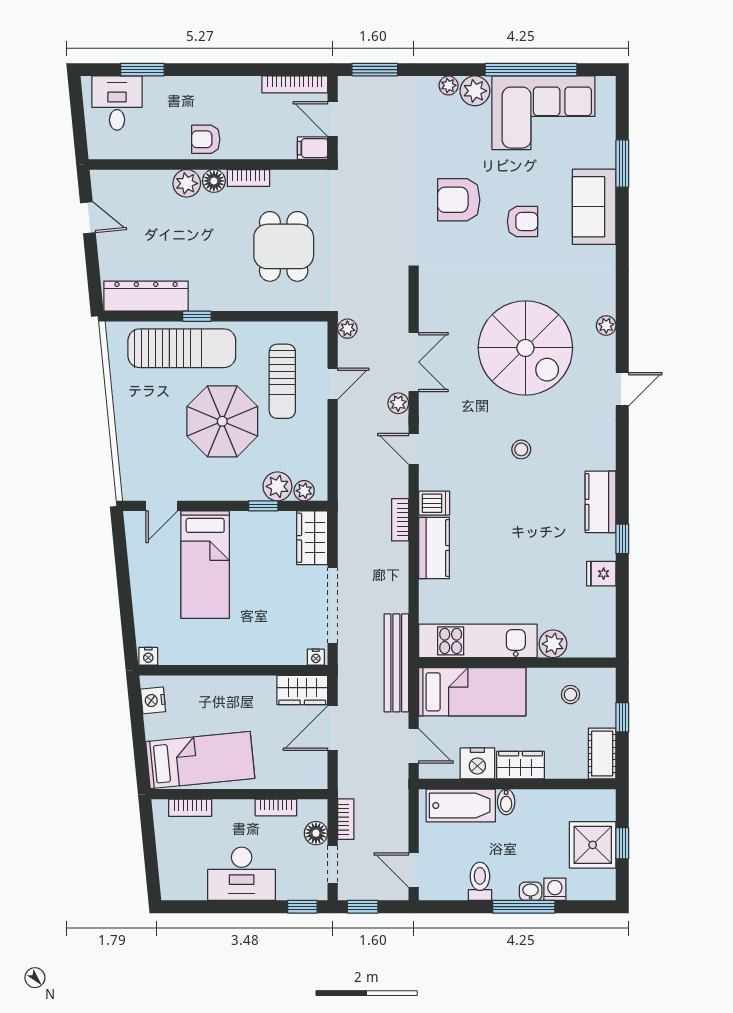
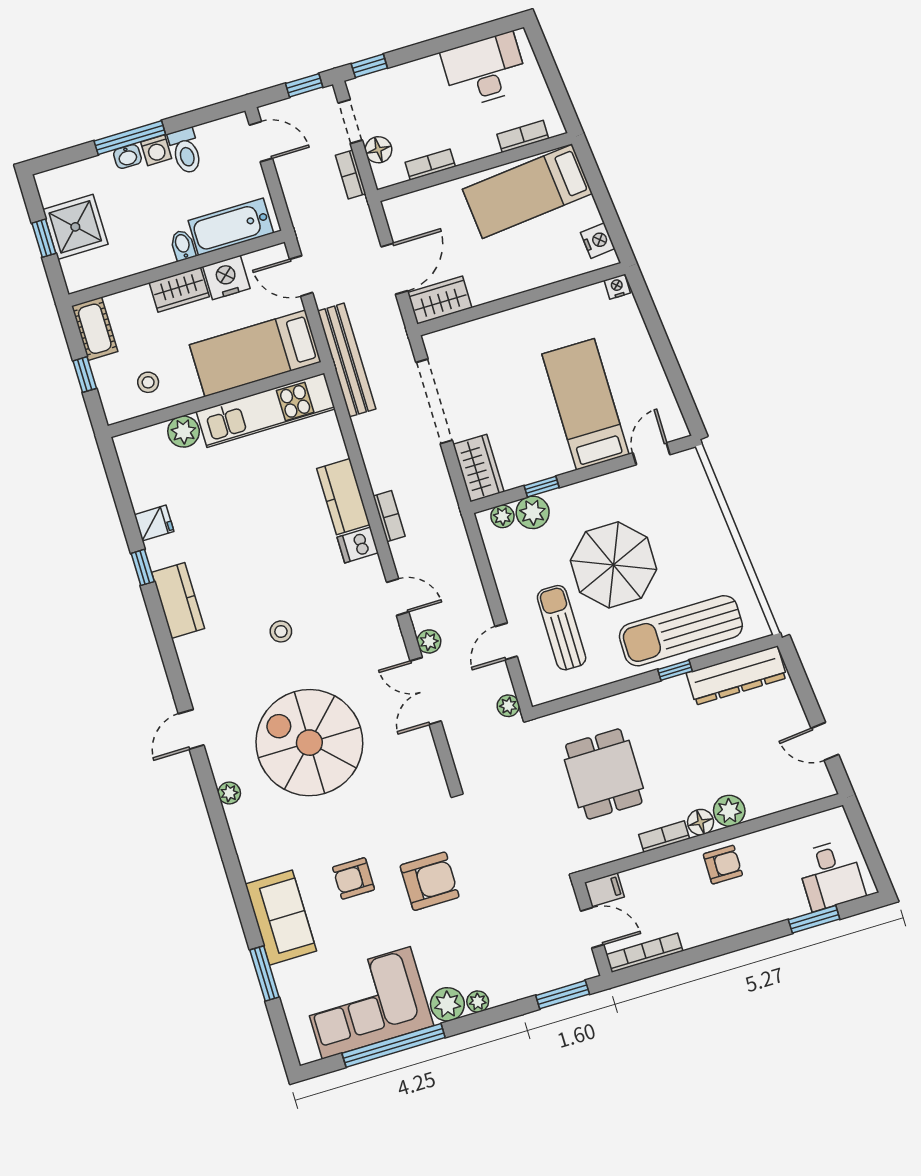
nightstand: (316, 657) -> (436, 340), removed
desk: (242, 874) -> (485, 70), moved
washing machine: (555, 889) -> (156, 150), moved

